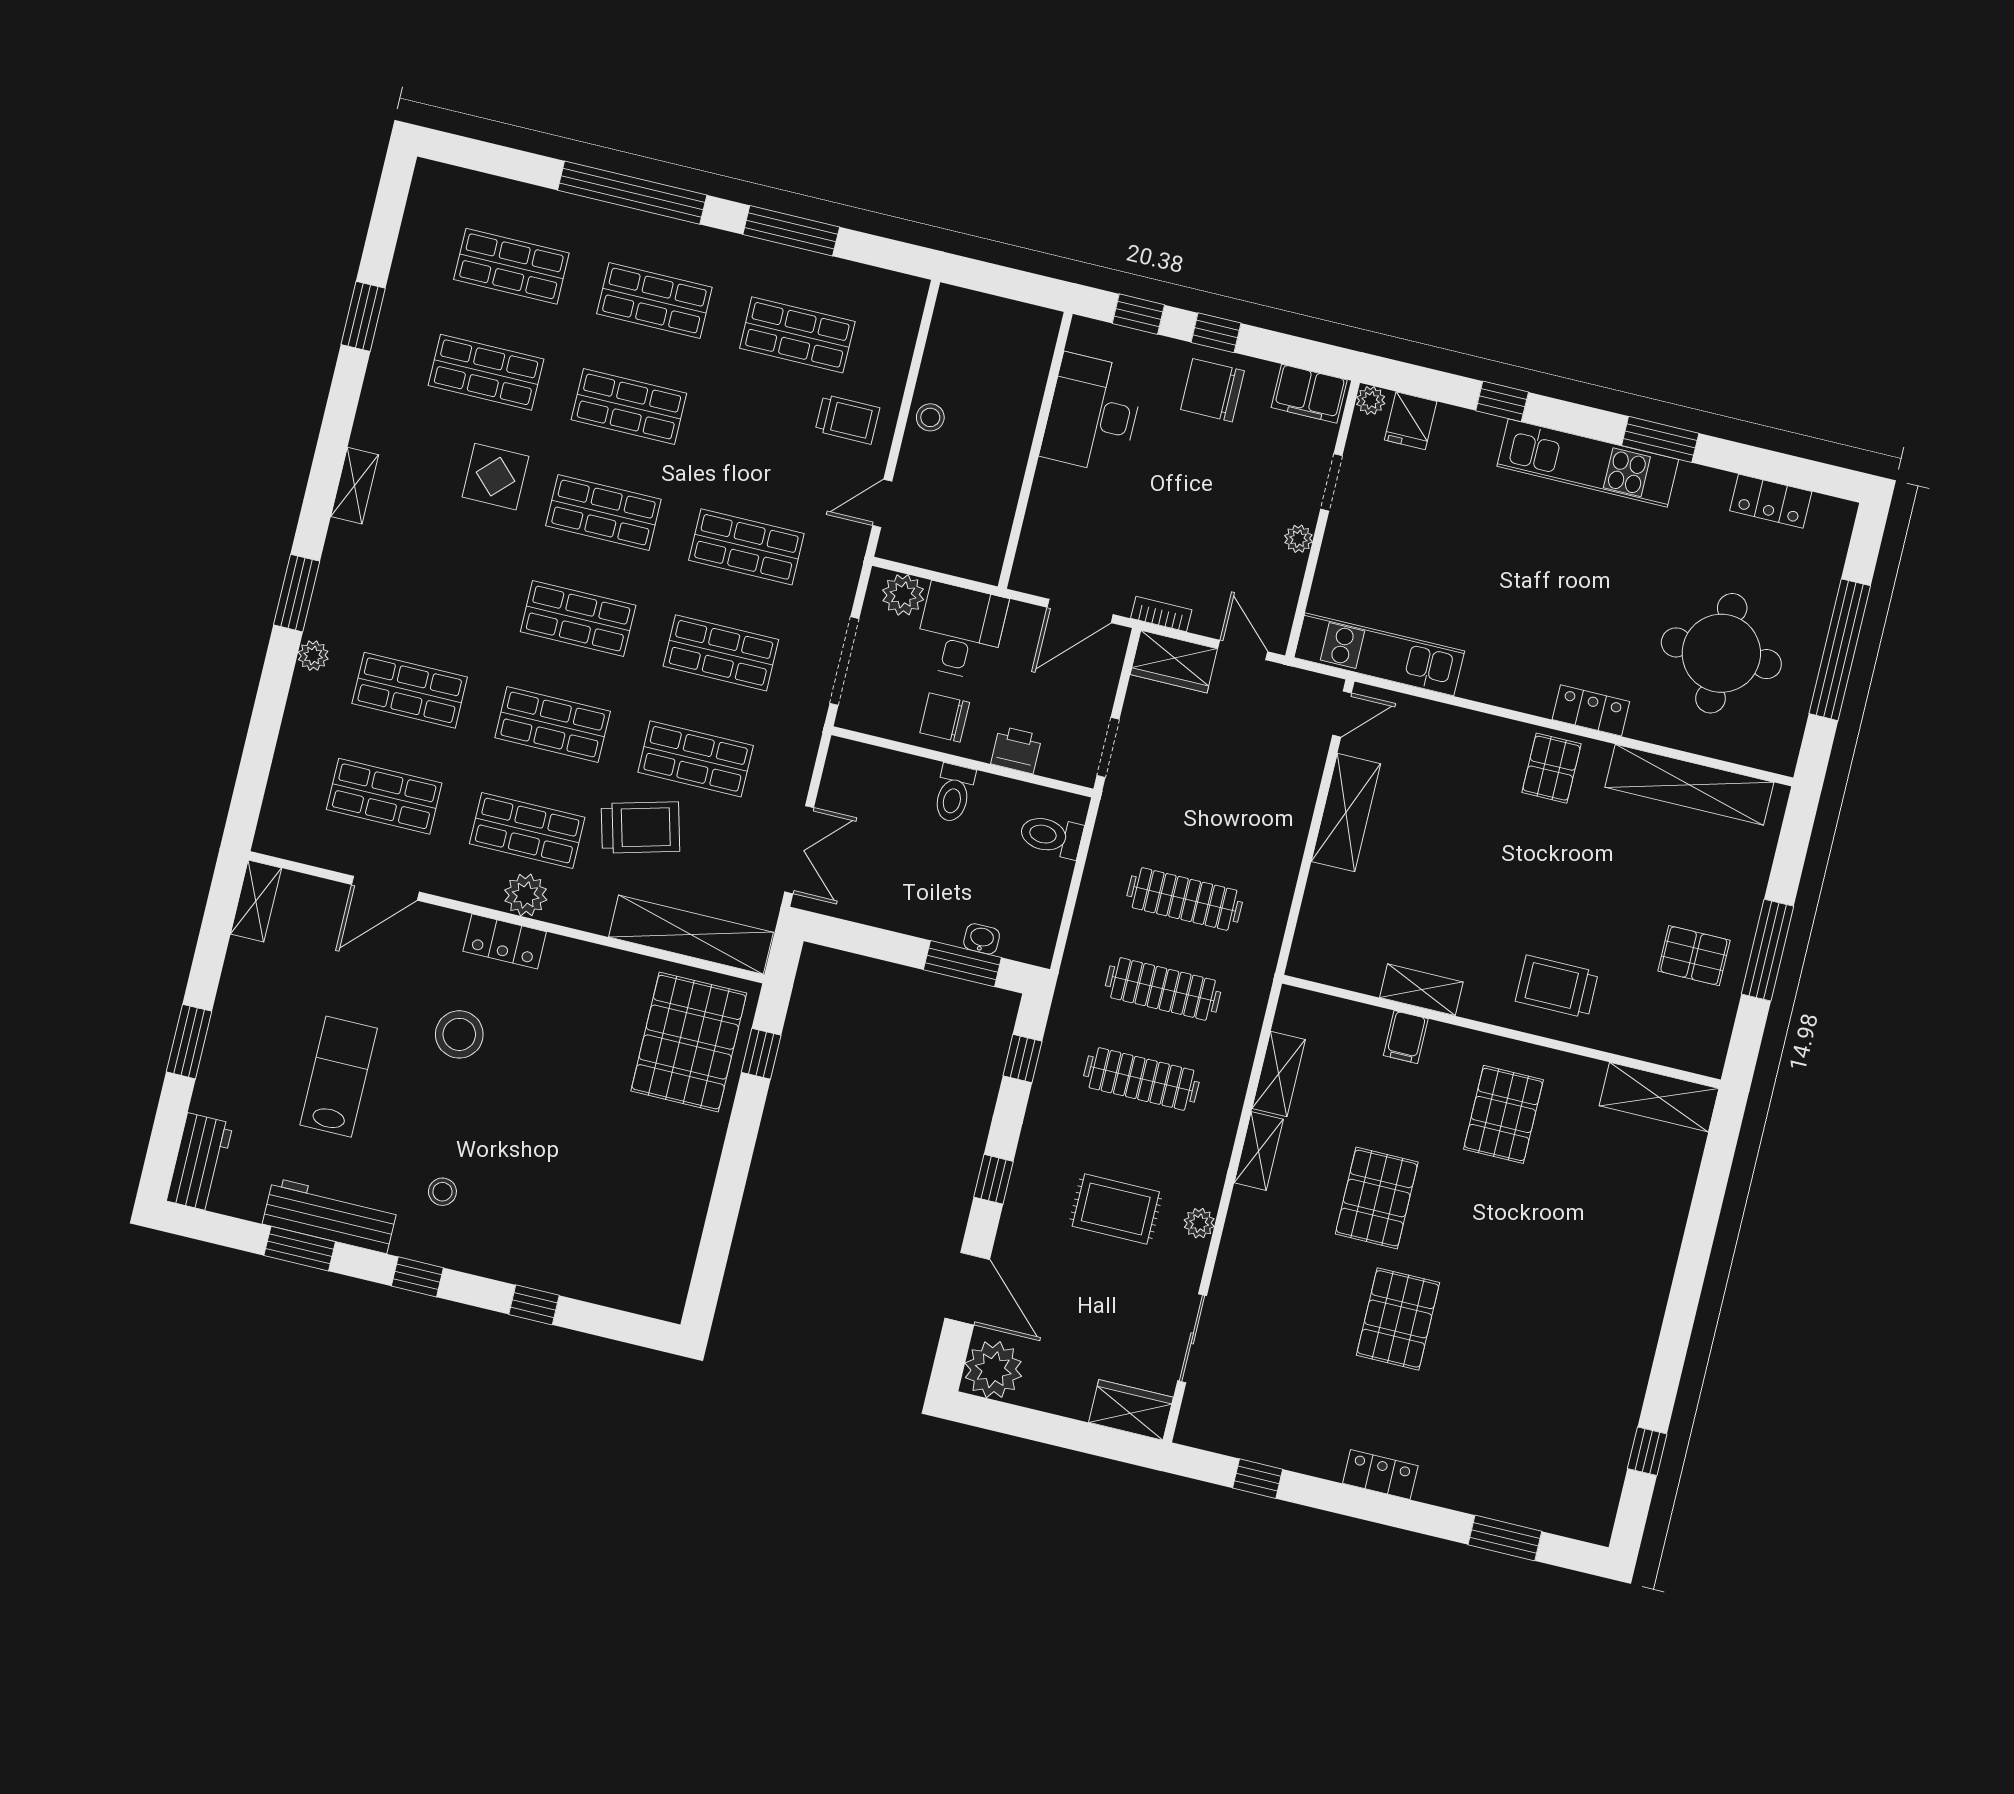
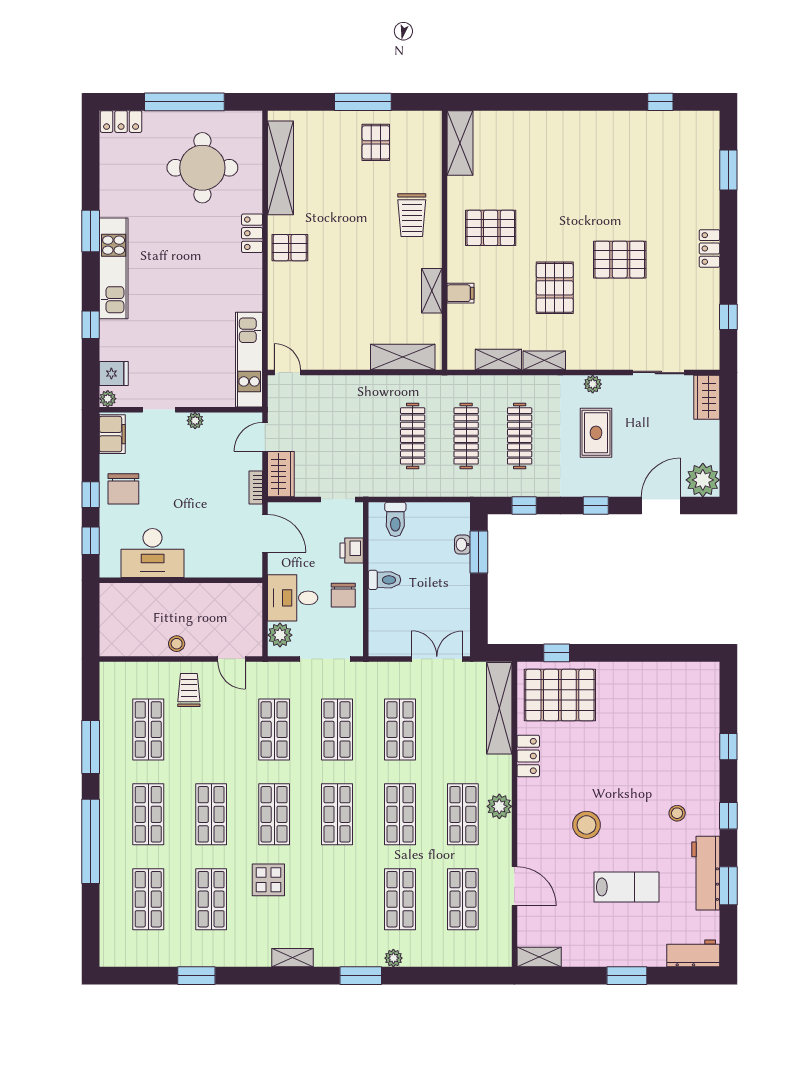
locker: (1771, 501) -> (121, 122), moved, turned 90
shelving: (1346, 813) -> (403, 357), moved
trolley: (640, 827) -> (446, 751), removed
locker: (505, 941) -> (528, 756), moved
lab bench: (339, 1077) -> (627, 887), turned 180
pallet: (1377, 1198) -> (555, 288), turned 90

